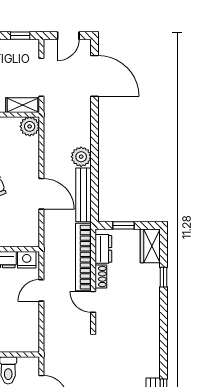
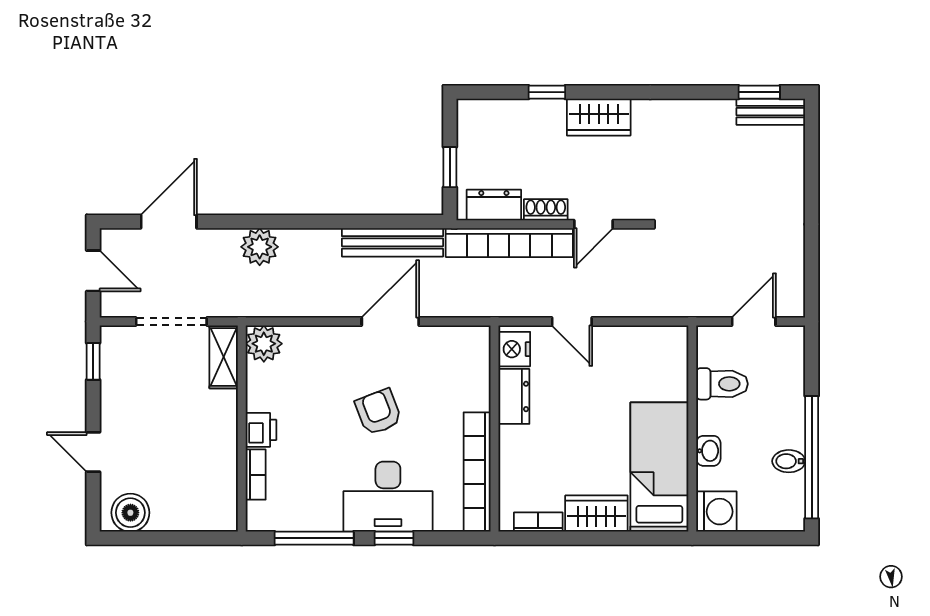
door: (94, 76) -> (169, 222), width x0.73
plant: (81, 157) -> (260, 247), moved
wardrobe: (150, 246) -> (599, 117), moved

